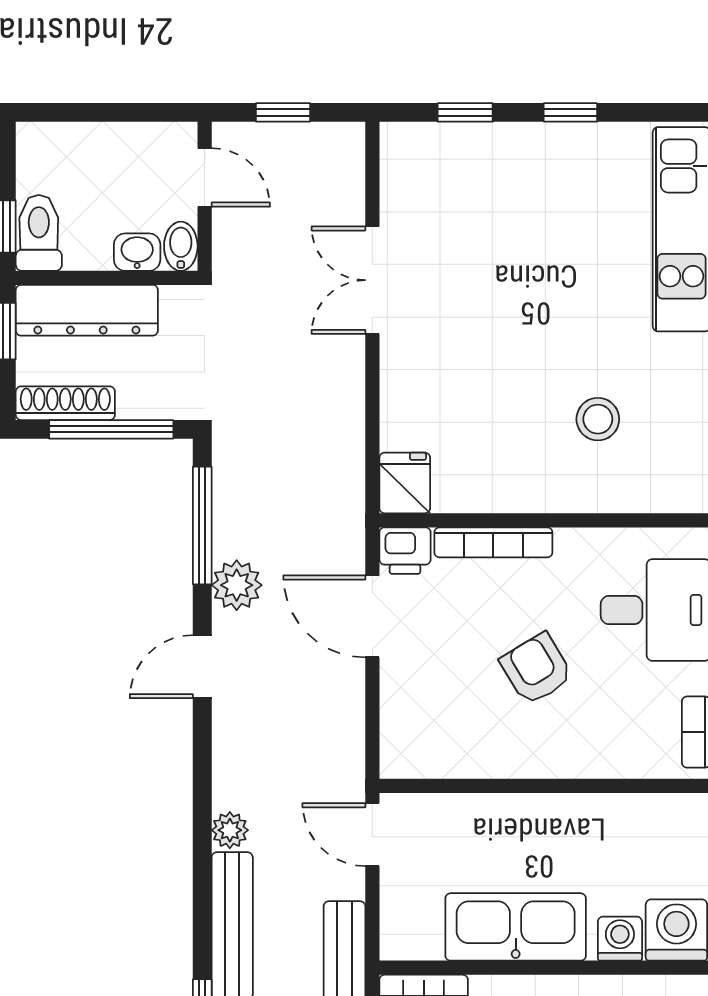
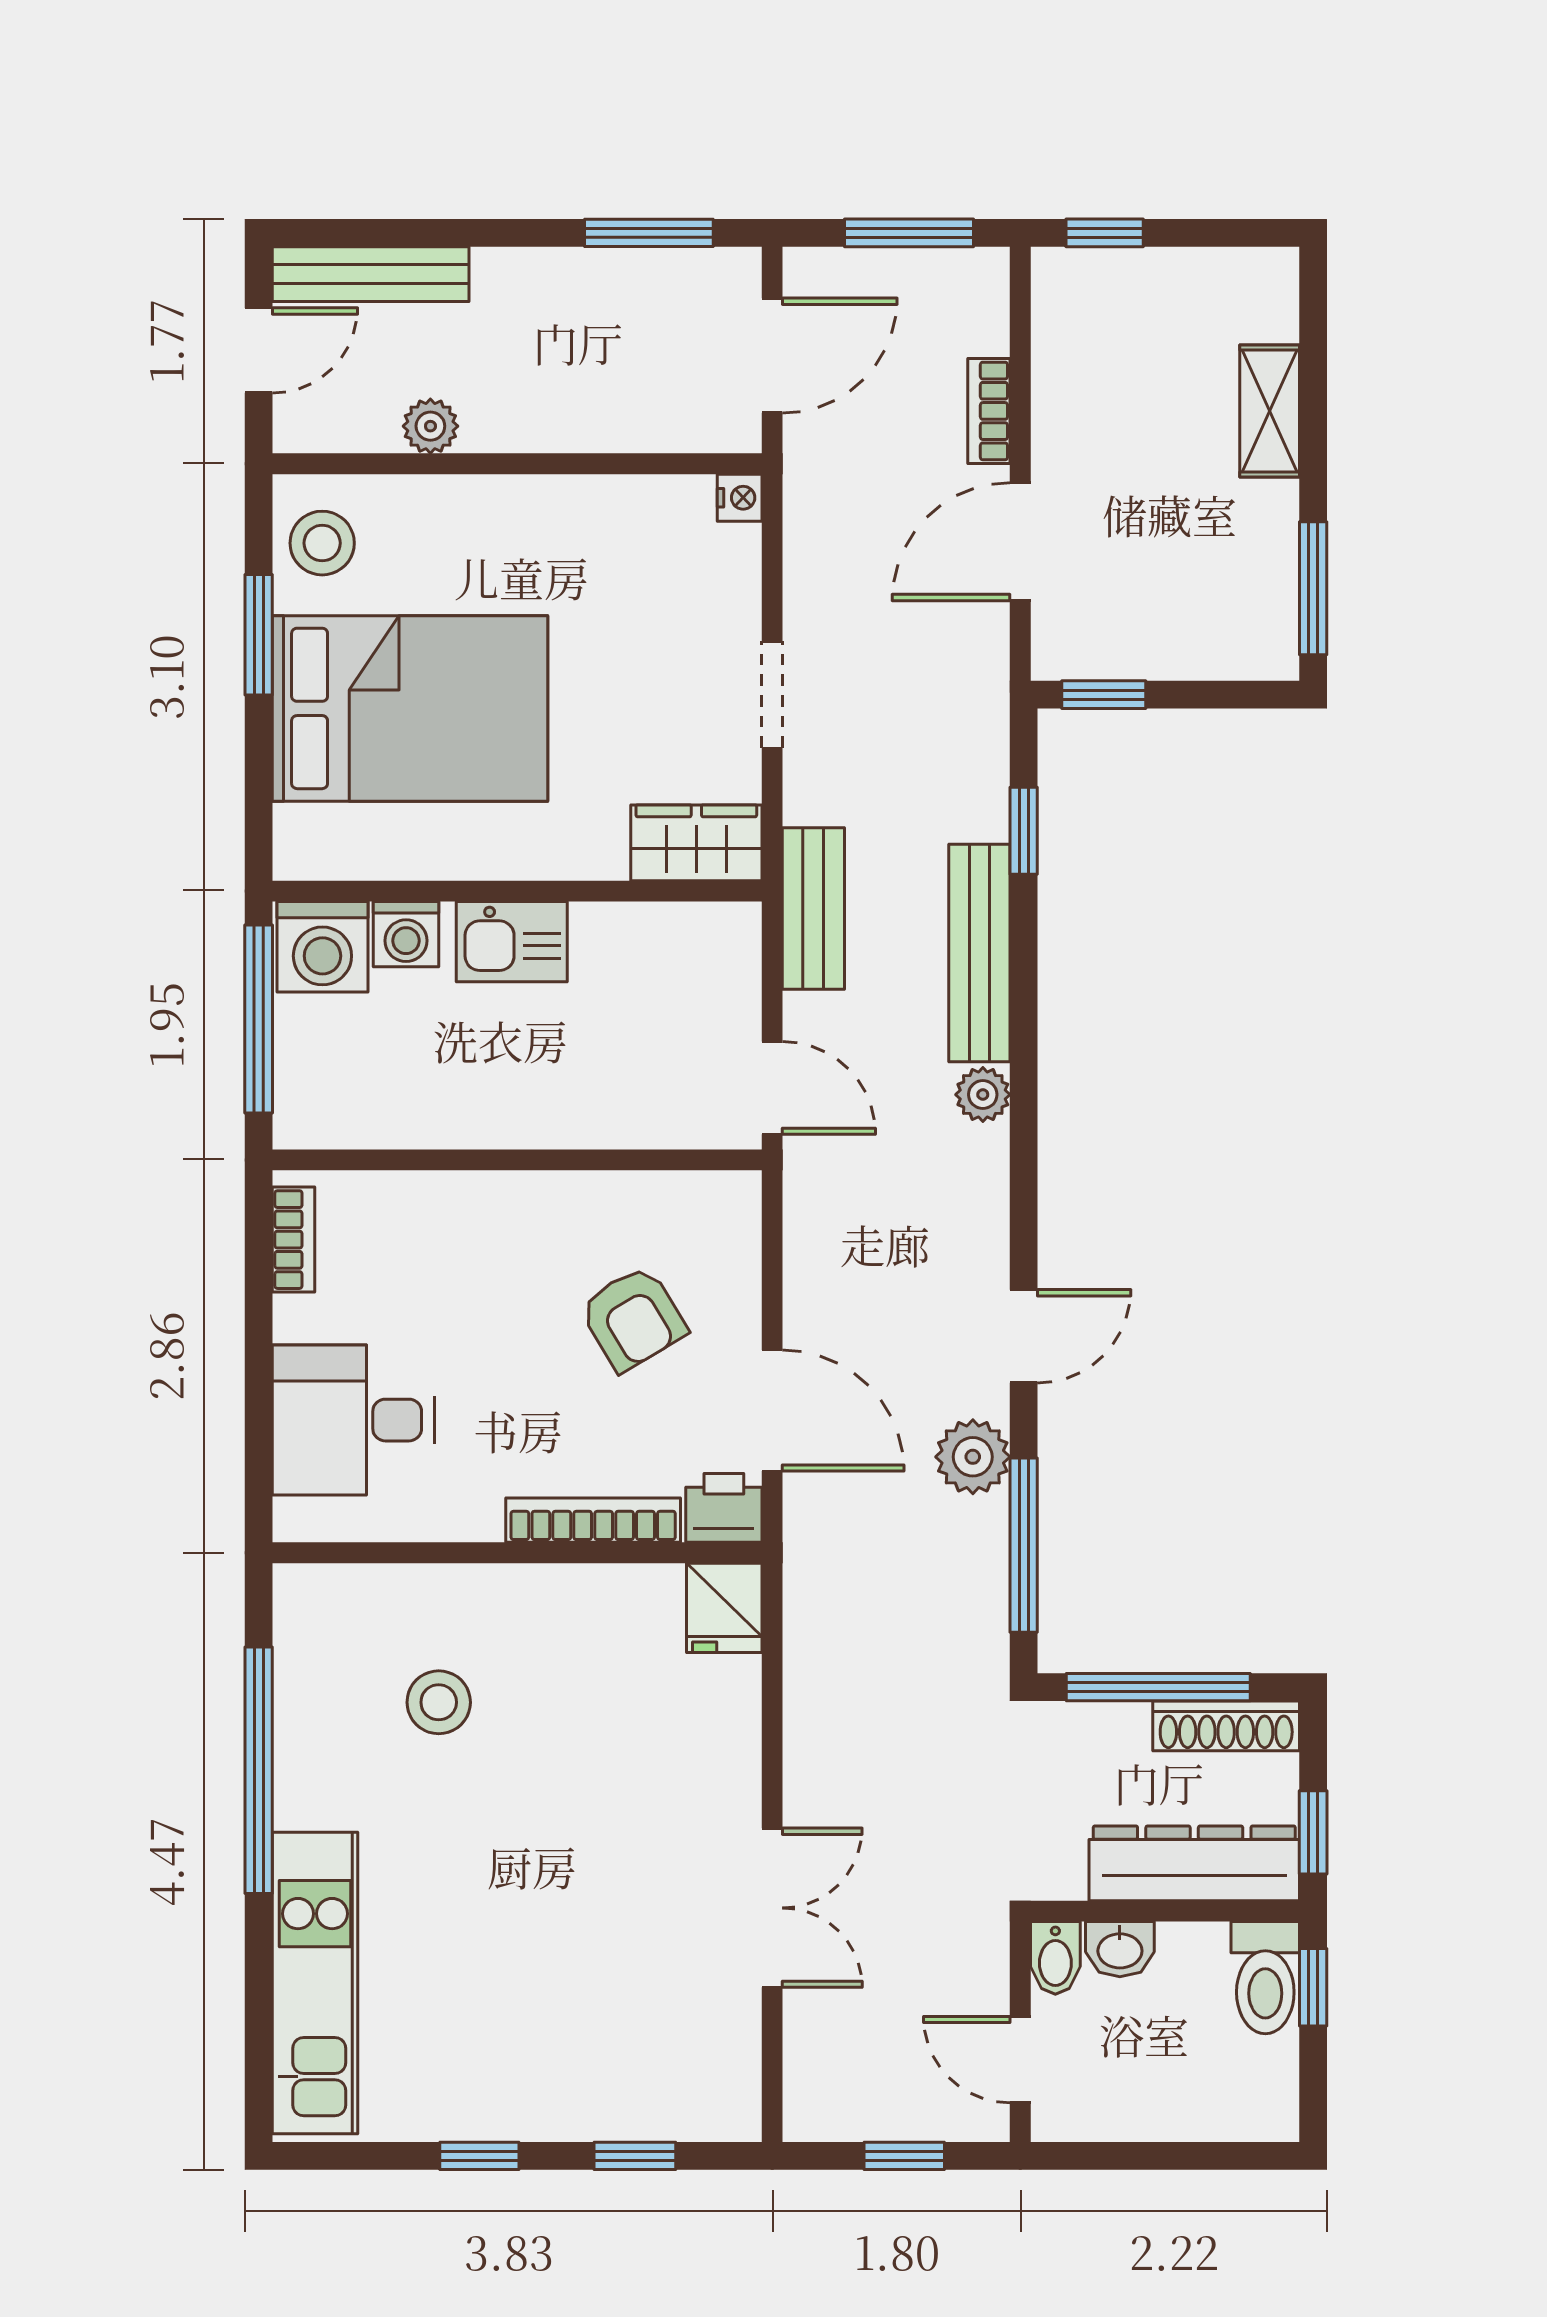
armchair: (536, 669) -> (633, 1318), moved
kitchen sink: (516, 927) -> (512, 942), width x0.53, depth x0.81

